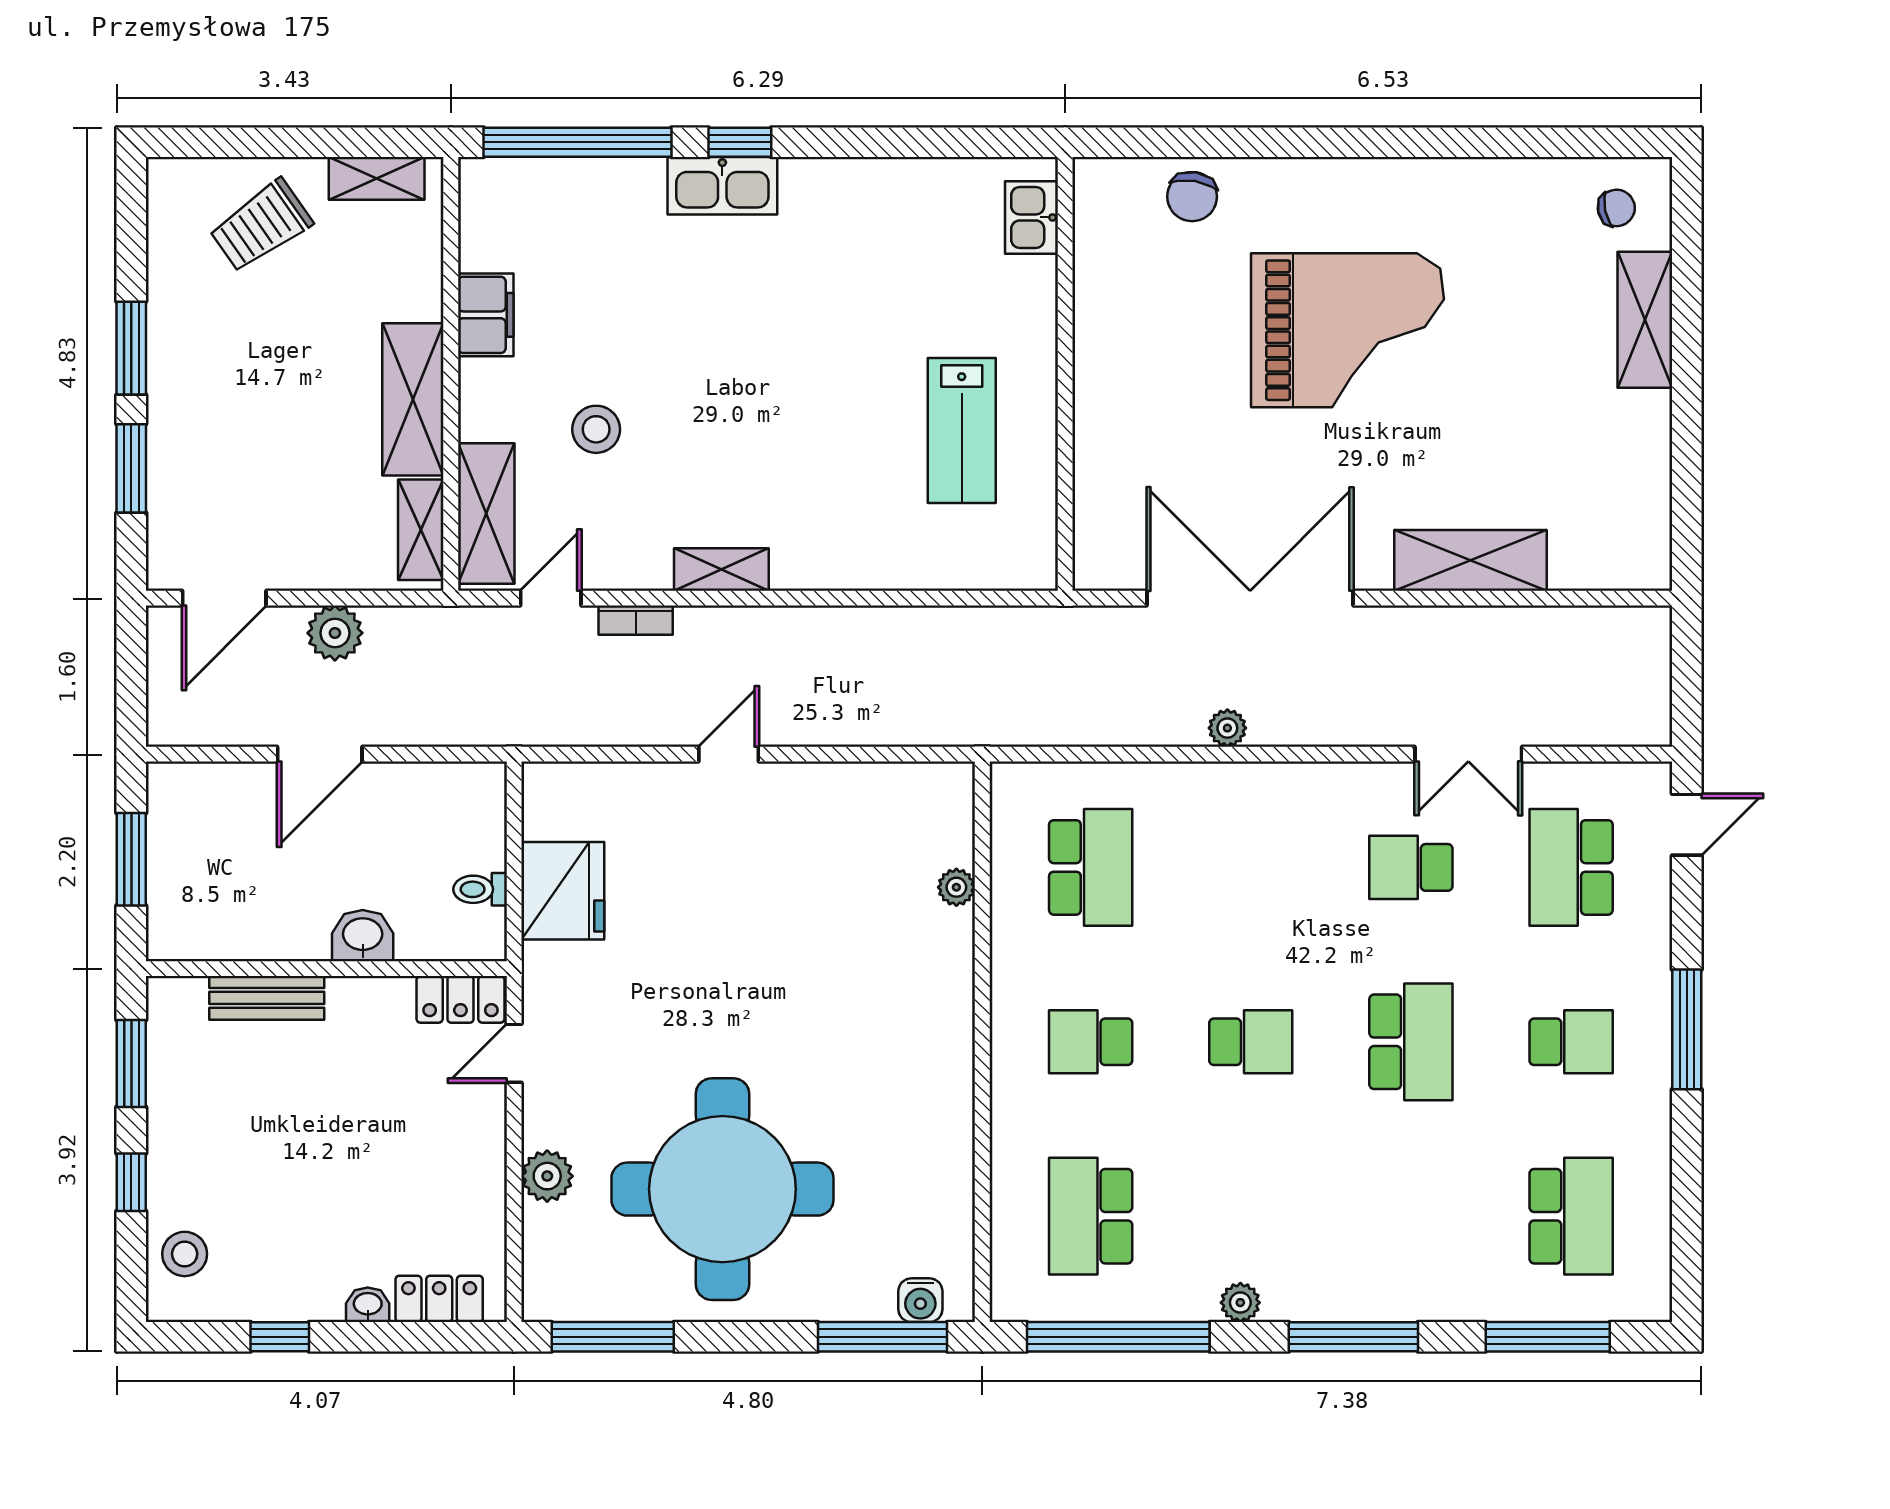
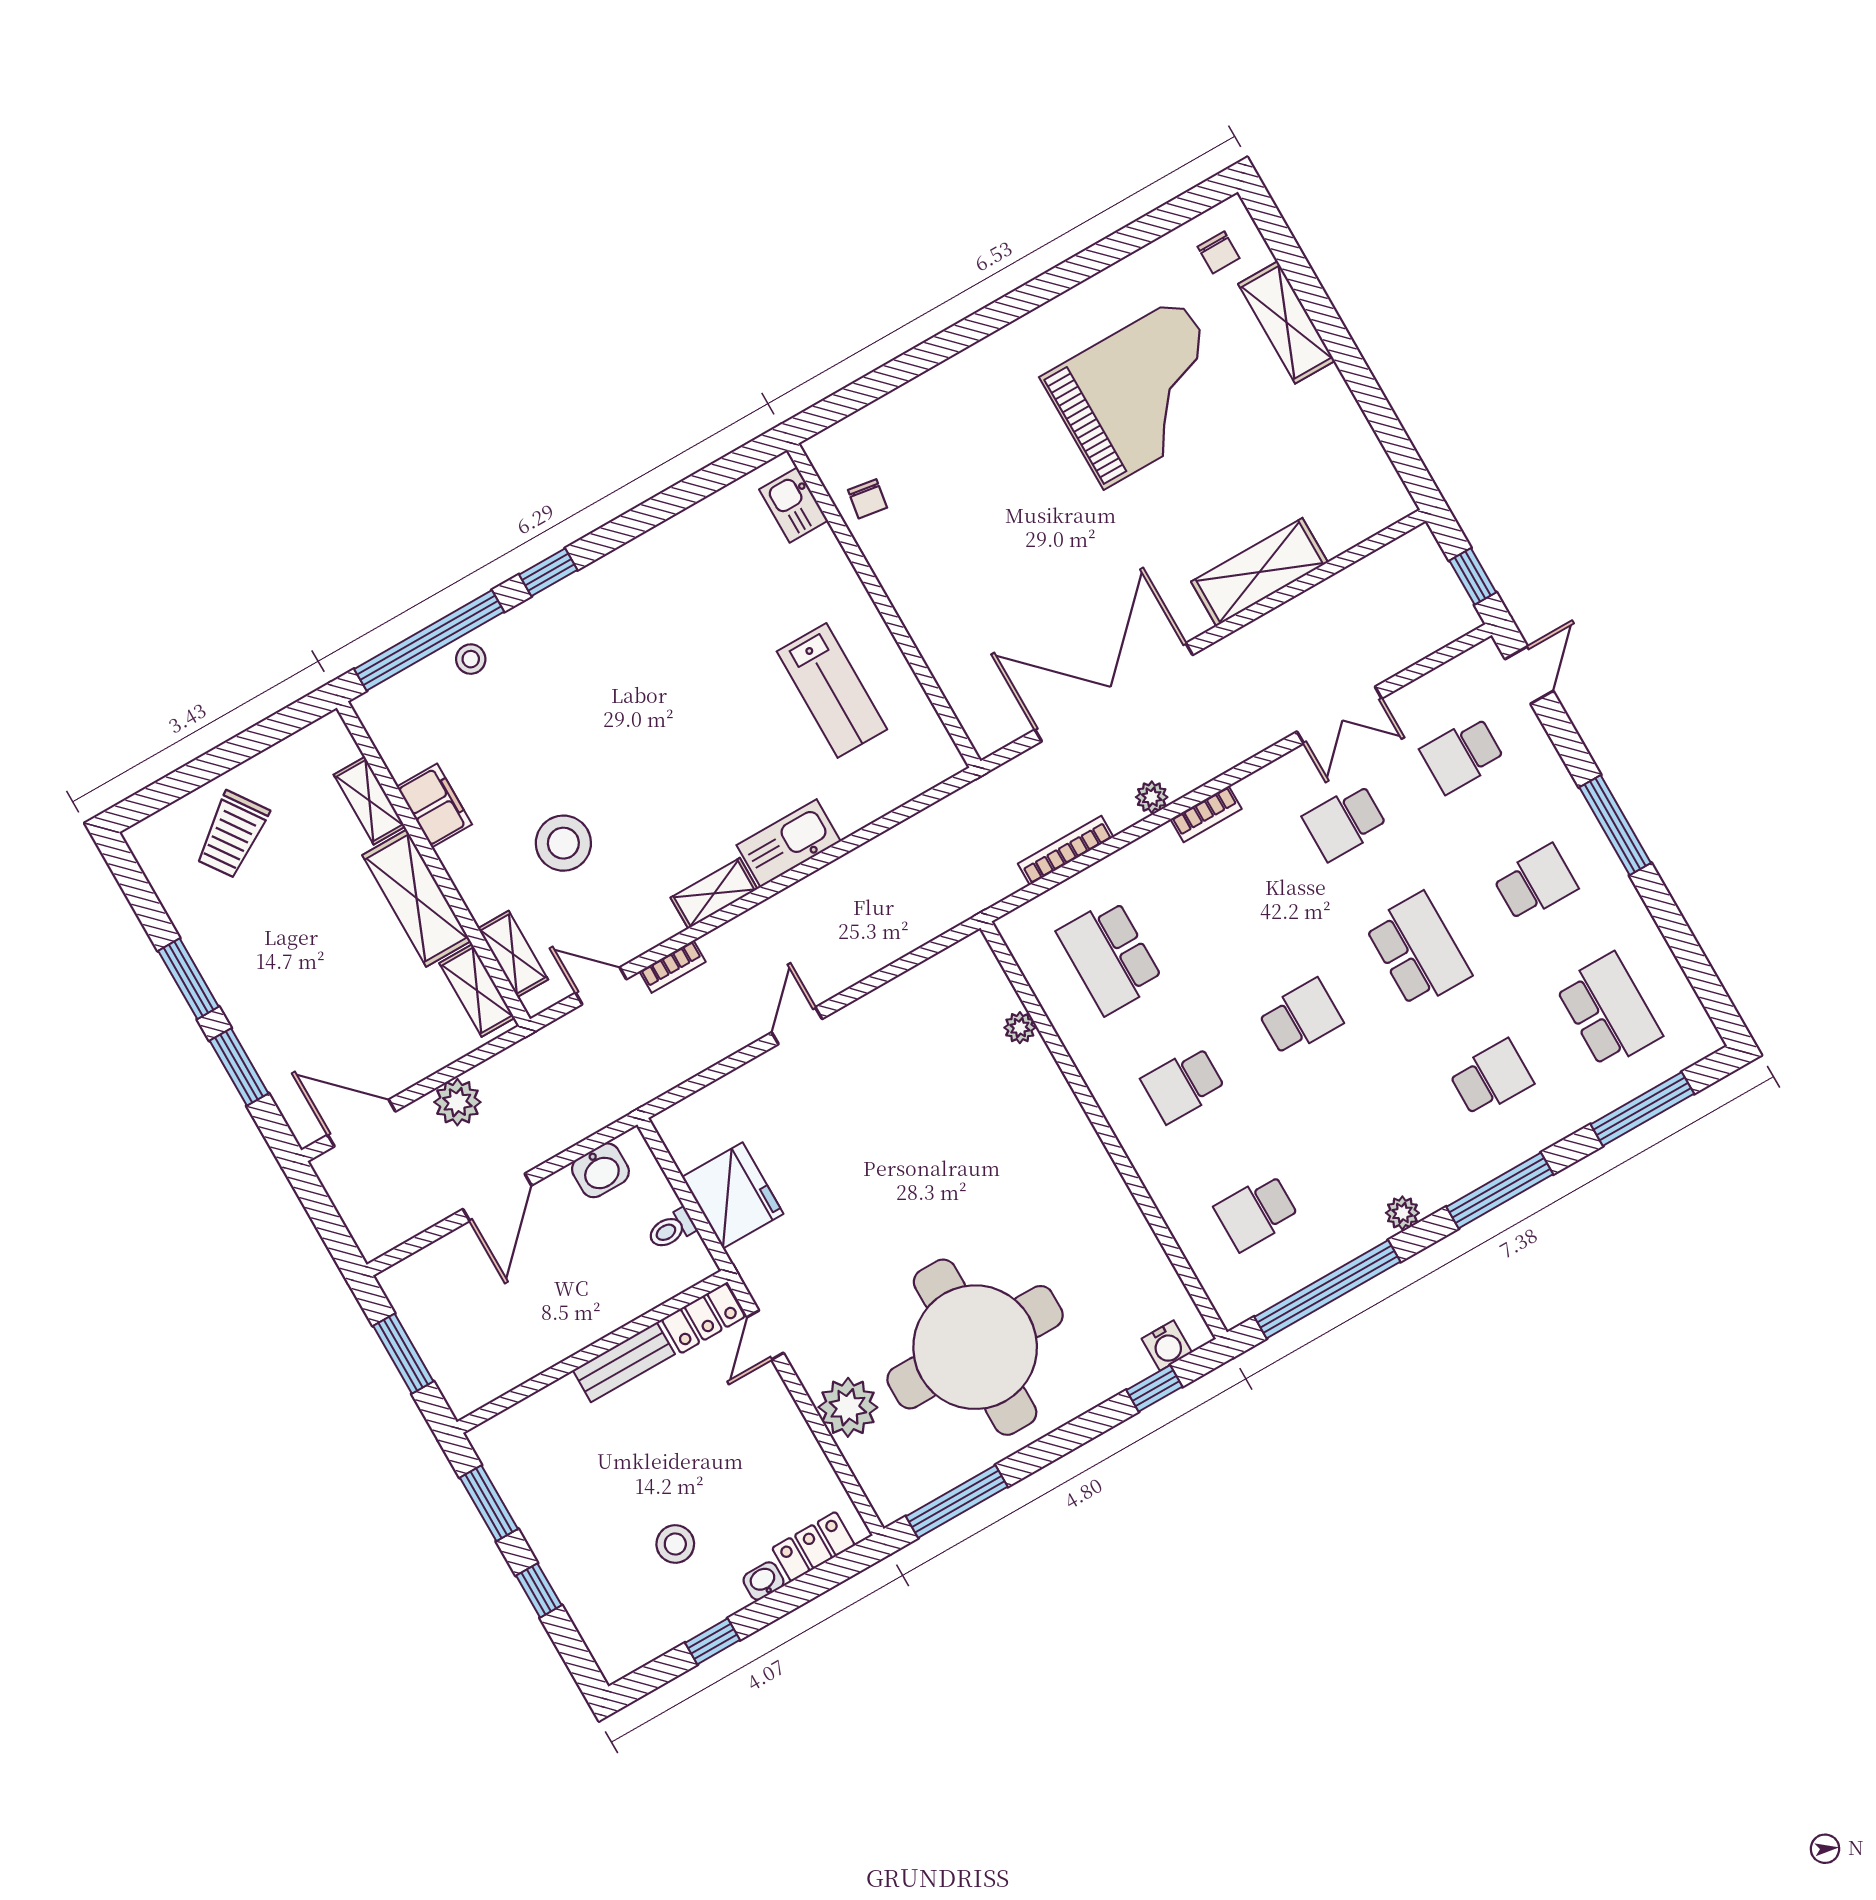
shelving: (377, 178) -> (369, 801), moved, turned 90
stool: (609, 186) -> (471, 659), added
kitchen sink: (722, 186) -> (789, 843), moved, turned 180
chair: (1192, 197) -> (867, 499), moved, width x0.73, depth x0.73
chair: (1616, 208) -> (1219, 252), turned 102
grand piano: (1347, 330) -> (1142, 393), moved
stool: (596, 429) -> (563, 843), width x1.38, depth x1.38
shelving: (486, 513) -> (513, 954), width x0.67, depth x0.75
door: (224, 598) -> (362, 1123), swing flipped
door: (551, 598) -> (601, 986), hinge flipped
window: (1687, 690) -> (1473, 576), added
bookcase: (1108, 732) -> (1066, 850), added
bookcase: (1273, 777) -> (1206, 814), added
school desk: (1091, 867) -> (1110, 957), turned 180
school desk: (1571, 867) -> (1462, 755), width x0.54
washbasin: (363, 936) -> (600, 1170), moved, turned 180
bench: (267, 998) -> (624, 1362), moved
plant: (547, 1176) -> (848, 1407), width x1.36, depth x1.36
school desk: (1091, 1216) -> (1256, 1212), width x0.54
school desk: (1411, 1216) -> (1491, 1078), added
stool: (185, 1254) -> (675, 1544), moved
window: (882, 1337) -> (1154, 1388), width x0.46

